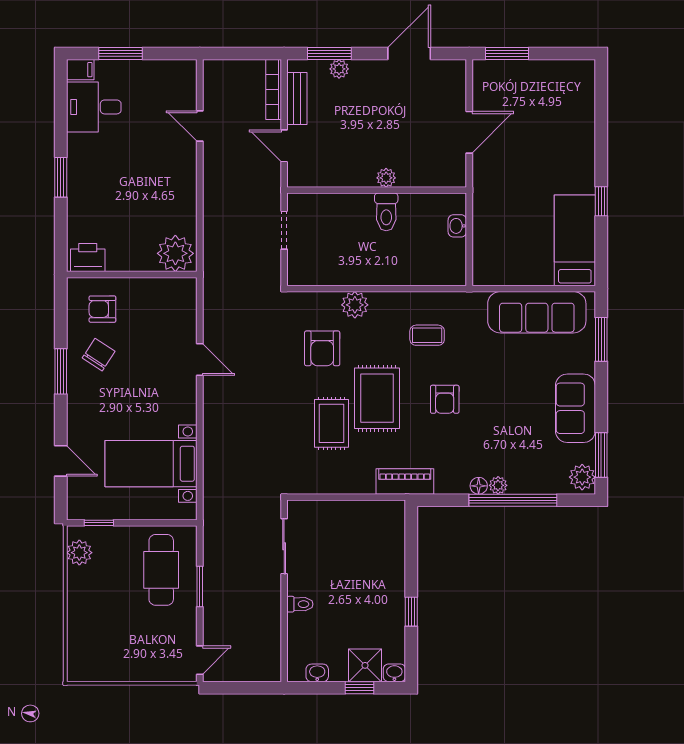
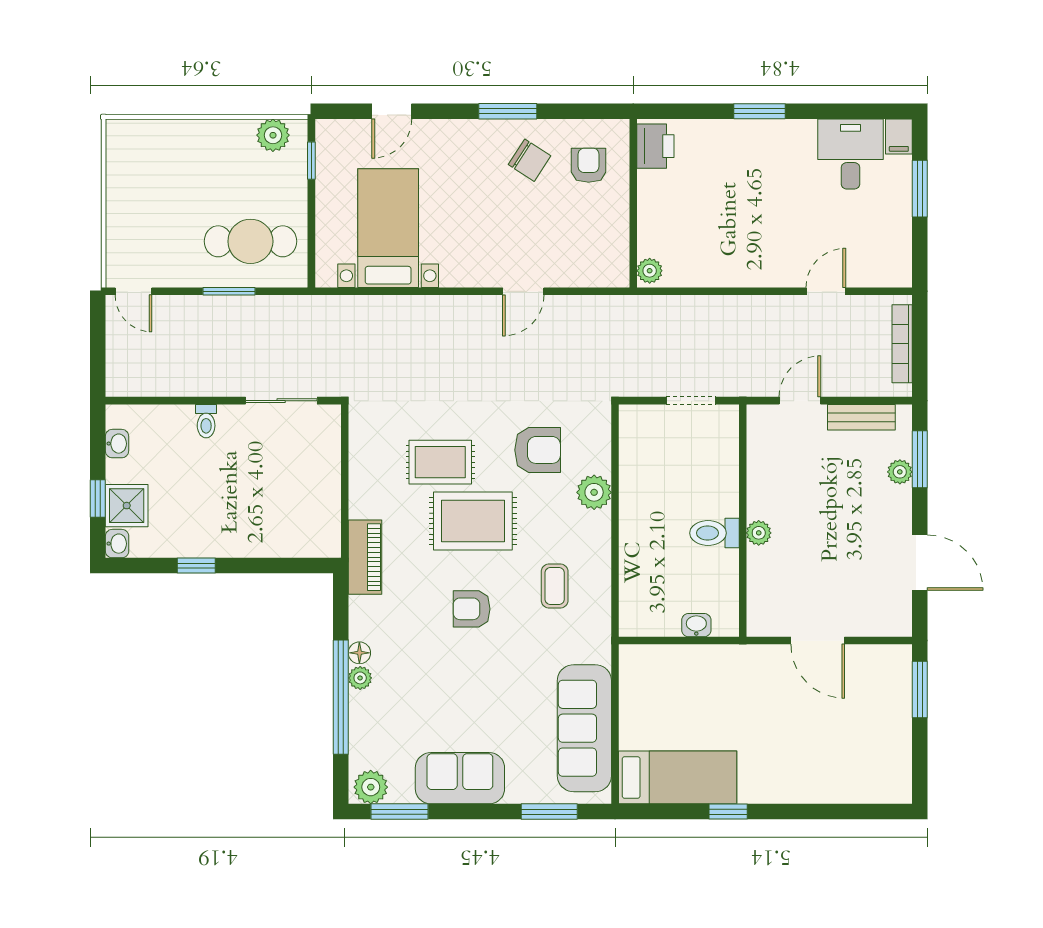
bookcase: (274, 90) -> (902, 344), moved, turned -90
plant: (175, 253) -> (650, 271), width x0.53, depth x0.53
armchair: (322, 348) -> (538, 450), turned 180

